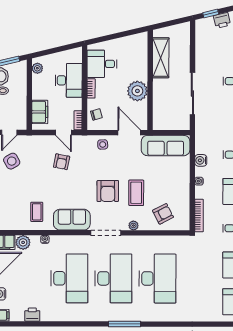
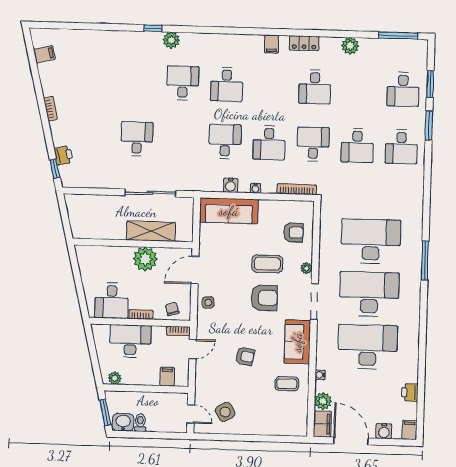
shelving: (161, 58) -> (151, 231), moved
filing cabinet: (40, 112) -> (167, 377), width x0.50
sofa: (166, 146) -> (229, 211), moved, turned 90
armchair: (62, 162) -> (245, 356), moved
armchair: (163, 214) -> (293, 232), turned 117
window: (124, 324) -> (425, 260), moved

